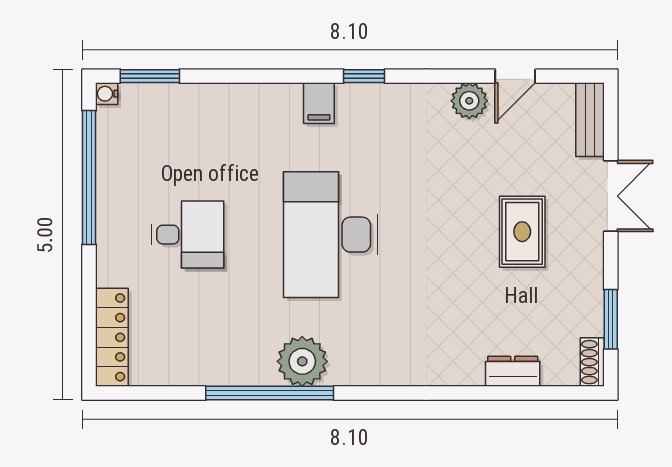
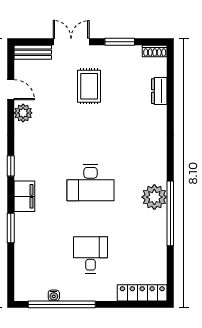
window: (150, 76) -> (11, 228), moved
water cooler: (107, 94) -> (54, 295), moved
filing cabinet: (319, 103) -> (24, 196), width x2.00
rug: (522, 232) -> (89, 86), turned 90
desk: (331, 235) -> (91, 183), width x0.73, depth x0.77
window: (611, 319) -> (120, 42), moved

